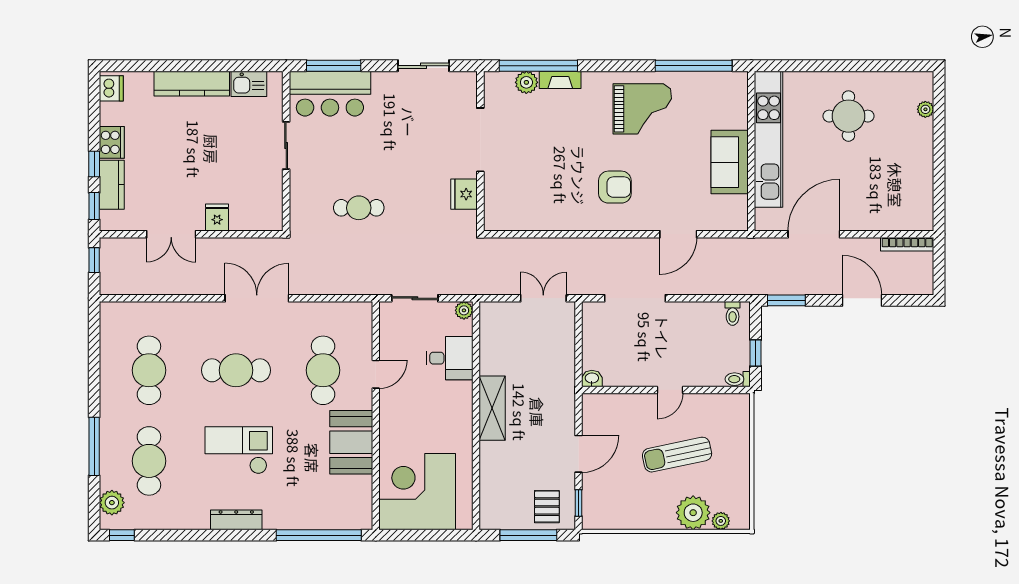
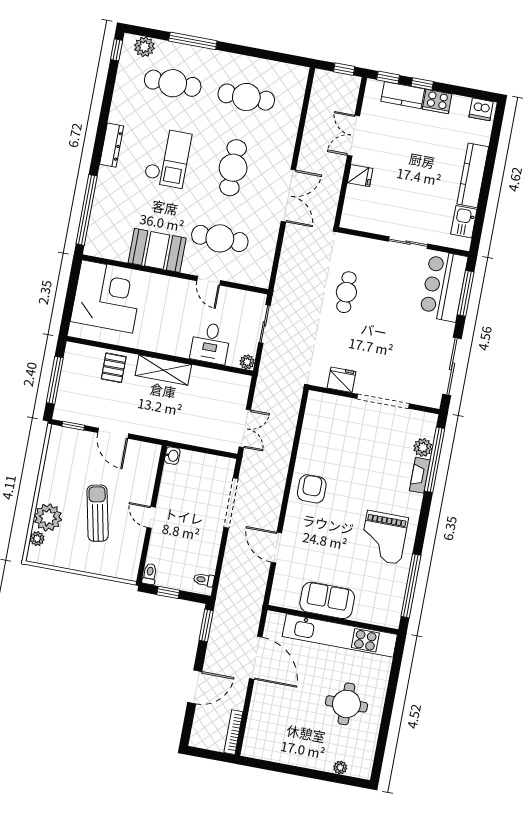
sliding door: (424, 66) -> (452, 366), width x1.37
armchair: (615, 187) -> (312, 489), moved, turned 180
pallet: (547, 507) -> (114, 368), moved, turned 90

